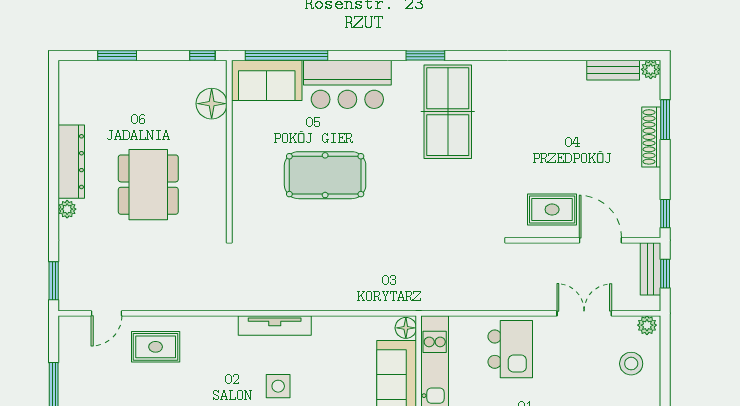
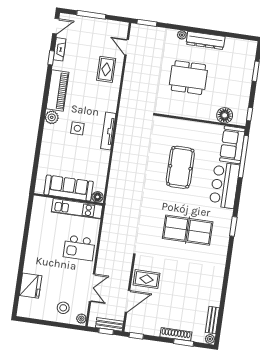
table tennis table: (448, 112) -> (188, 230), moved
rug: (552, 210) -> (147, 279), turned 90

